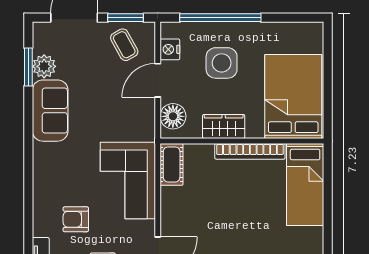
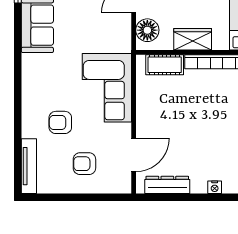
cot: (172, 164) -> (165, 65), moved, turned 90

